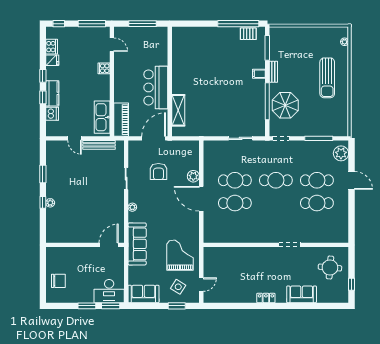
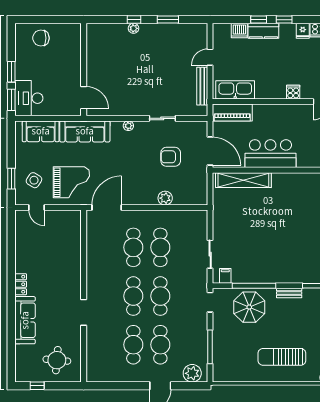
filing cabinet: (259, 74) -> (225, 276), moved
shelving: (178, 110) -> (243, 180), width x1.47
door: (201, 199) -> (107, 207), moved
cafe table: (276, 203) -> (133, 296), added
chair: (58, 281) -> (41, 38), turned 90
sofa: (143, 294) -> (41, 131), moved, turned 90
sofa: (302, 294) -> (25, 320), width x1.36

